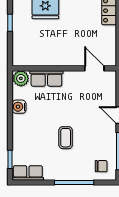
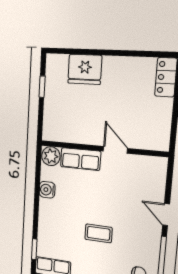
door: (94, 68) -> (115, 150), moved
coffee table: (66, 138) -> (98, 233), turned 90

